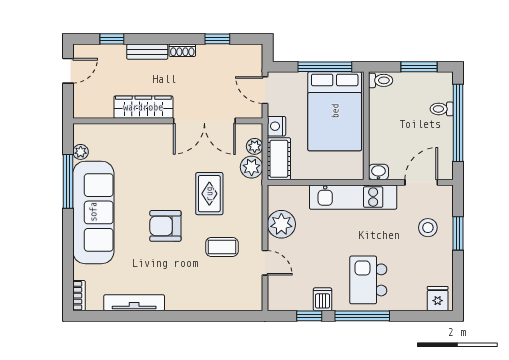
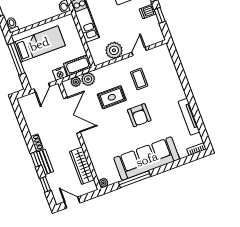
window: (217, 39) -> (36, 159), moved
wardrobe: (143, 107) -> (82, 166), moved
bed: (335, 111) -> (39, 44), width x0.67
plant: (81, 152) -> (103, 183), moved

